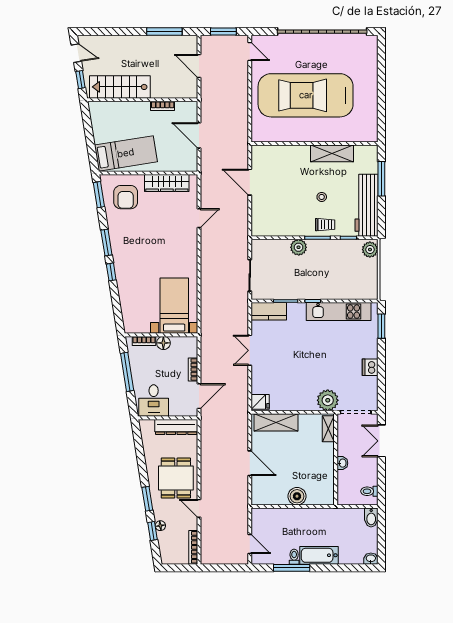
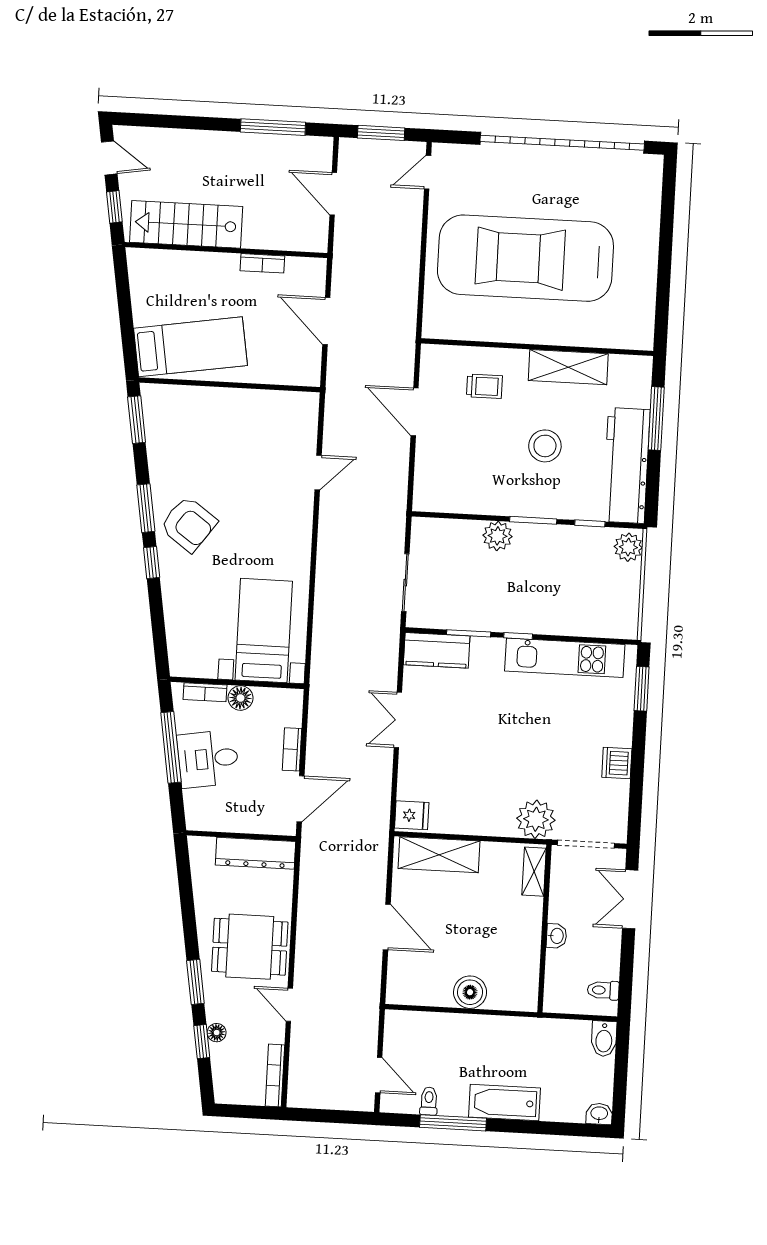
door: (250, 52) -> (428, 172), swing flipped
wardrobe: (167, 183) -> (263, 405), removed
armchair: (126, 197) -> (189, 524), moved, turned -54
stool: (322, 197) -> (545, 446), width x1.89, depth x1.89
trolley: (325, 225) -> (484, 386), moved
desk: (154, 401) -> (208, 759), moved, turned 81
dining table: (176, 478) -> (250, 947), turned 90
toilet: (294, 557) -> (429, 1101), moved

